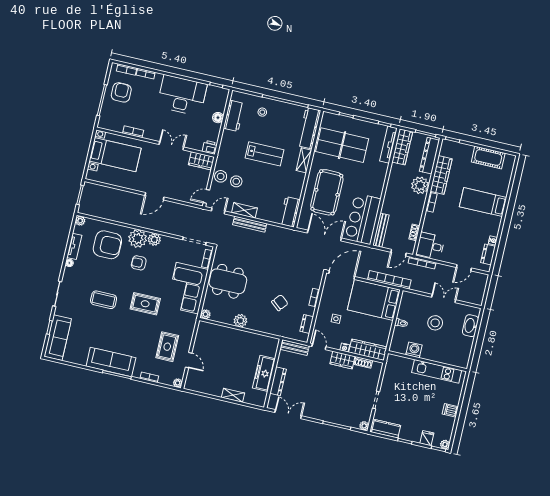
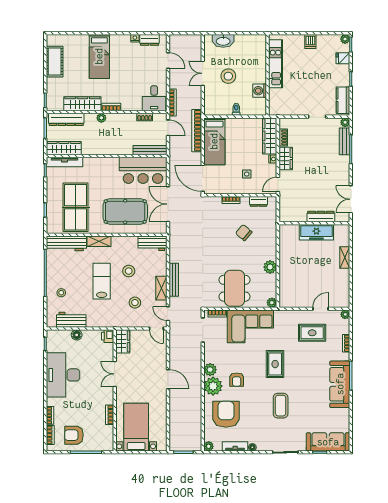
stool: (221, 176) -> (129, 271), moved
plant: (420, 185) -> (101, 118), width x0.53, depth x0.53
bed: (374, 300) -> (214, 141), width x0.67
bench: (295, 348) -> (344, 141), moved

